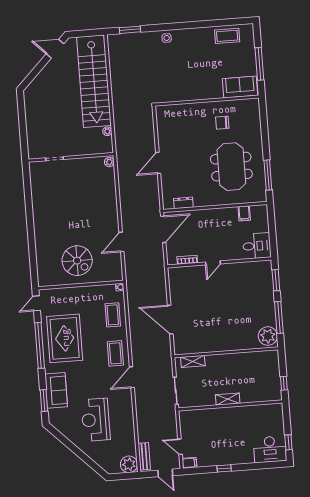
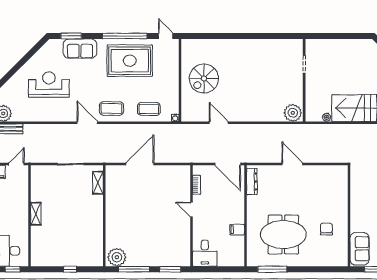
plant: (109, 162) -> (293, 113), width x1.87, depth x1.87
dresser: (183, 203) -> (252, 181), width x1.44
filing cabinet: (244, 213) -> (237, 230), moved
shelving: (228, 399) -> (36, 214), moved
wall: (230, 405) -> (30, 216), moved

